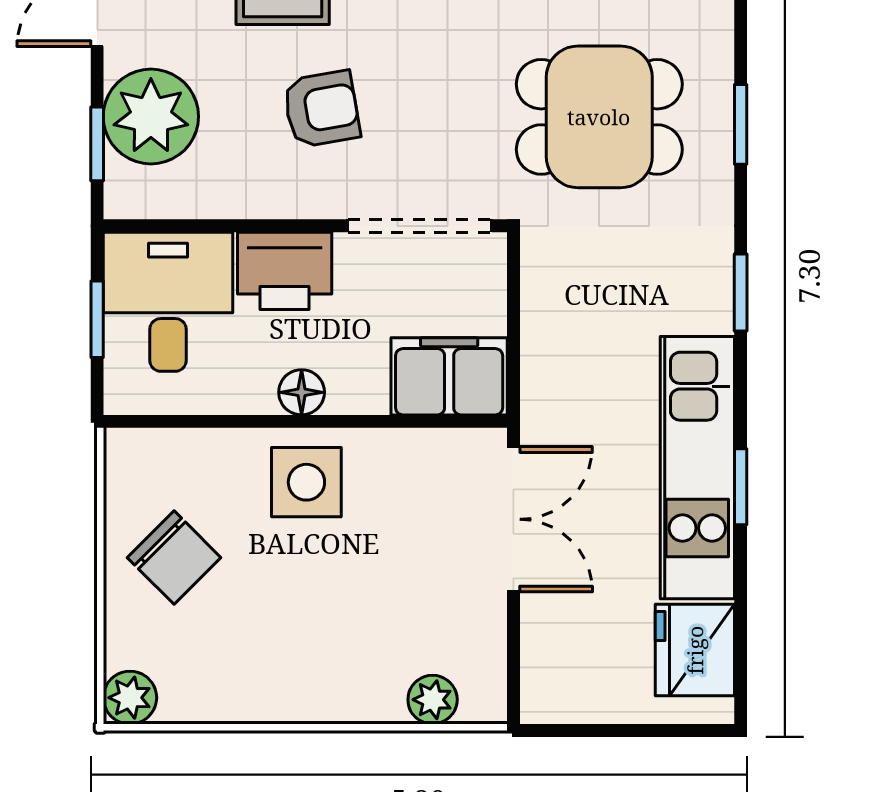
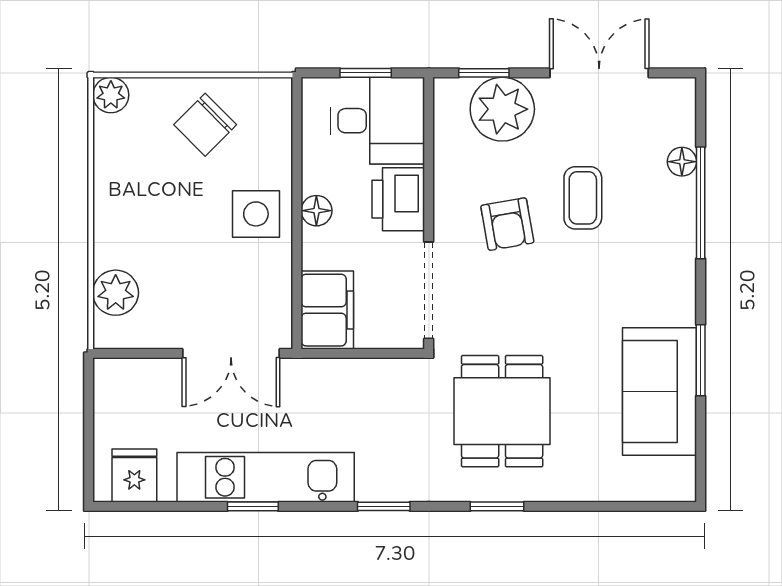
fridge: (695, 650) -> (134, 476), width x0.72
plant: (433, 700) -> (116, 293), width x1.38, depth x1.38

